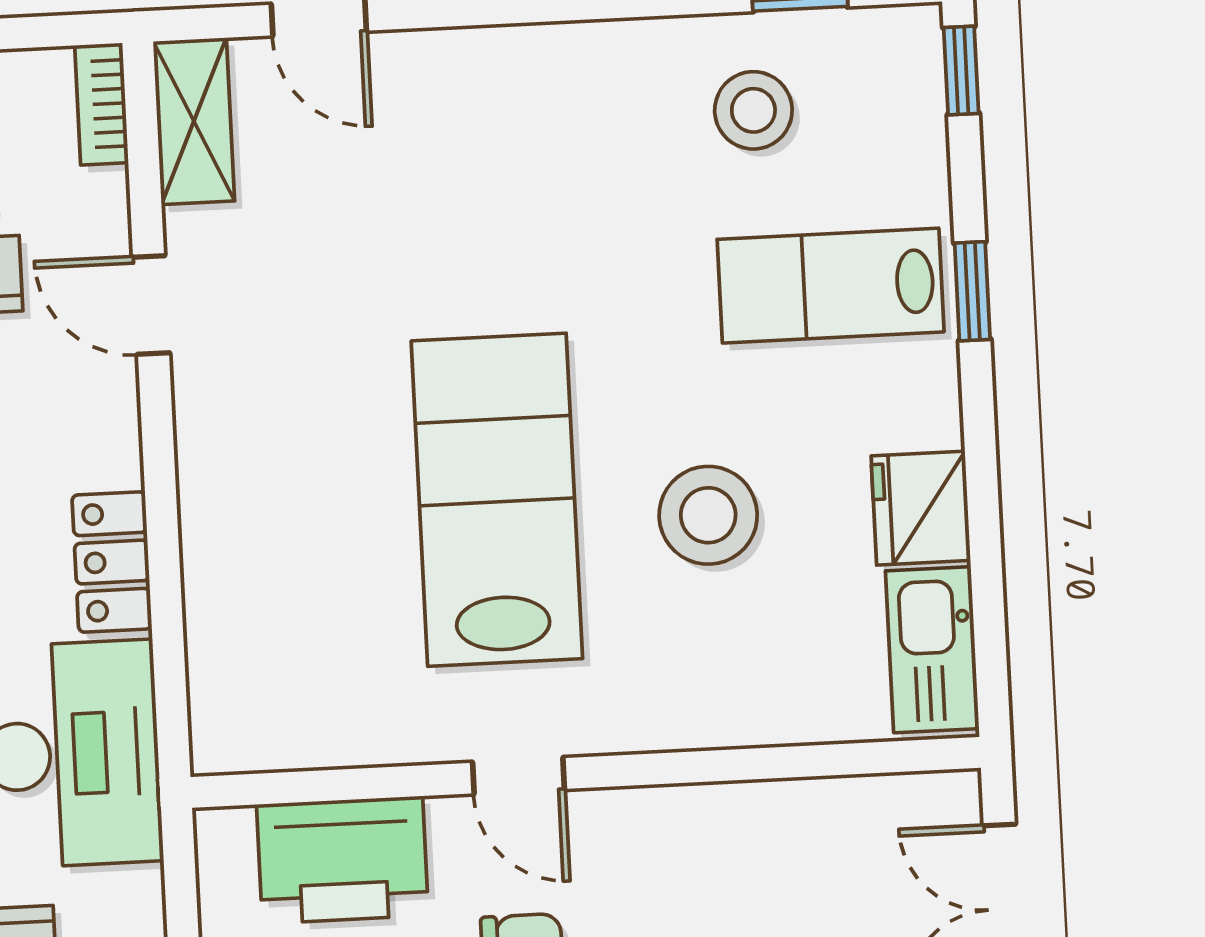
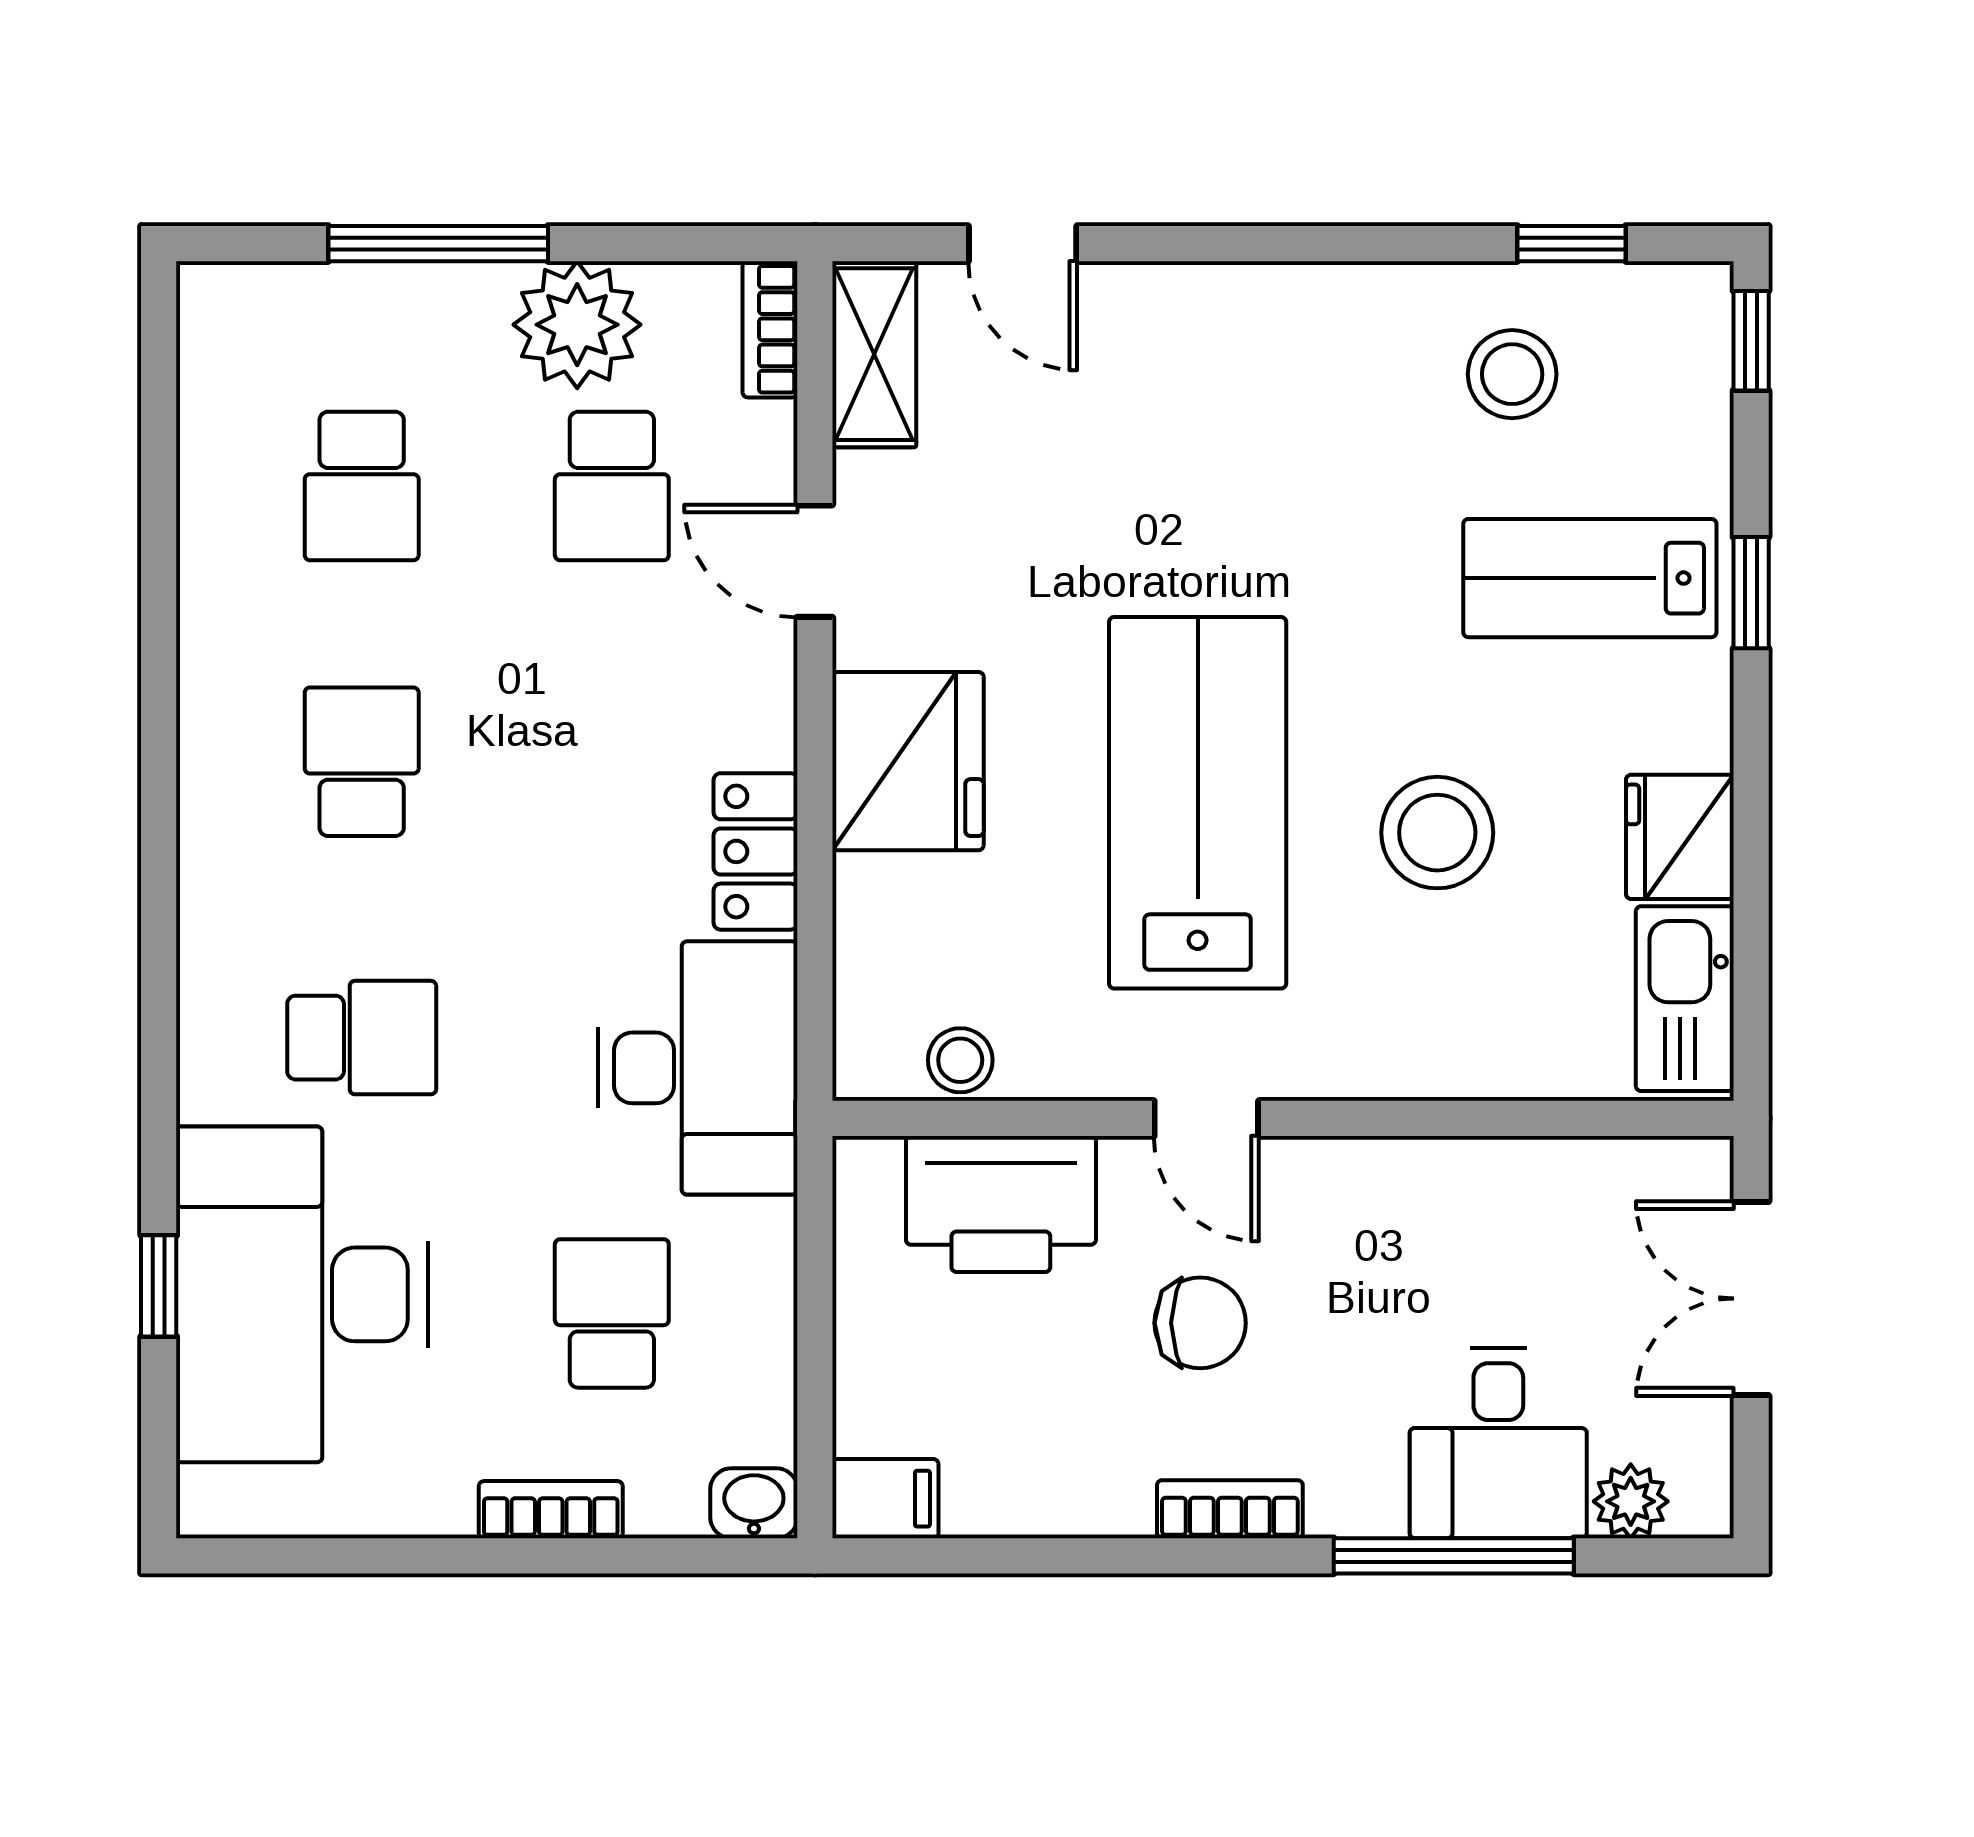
fridge: (241, 476) -> (908, 761), added
stool: (300, 736) -> (960, 1060), added

